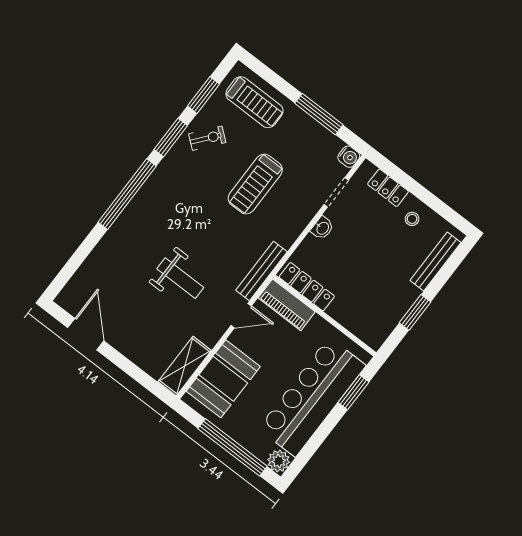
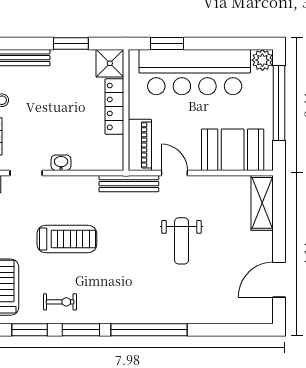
exercise bike: (207, 138) -> (60, 302), turned 141
weight bench: (180, 278) -> (182, 241), turned 180
locker: (307, 287) -> (114, 106), moved
shower: (374, 332) -> (110, 63), added
shelving: (185, 366) -> (262, 203), moved, turned 90

